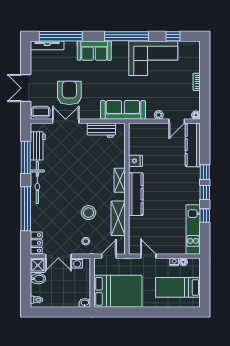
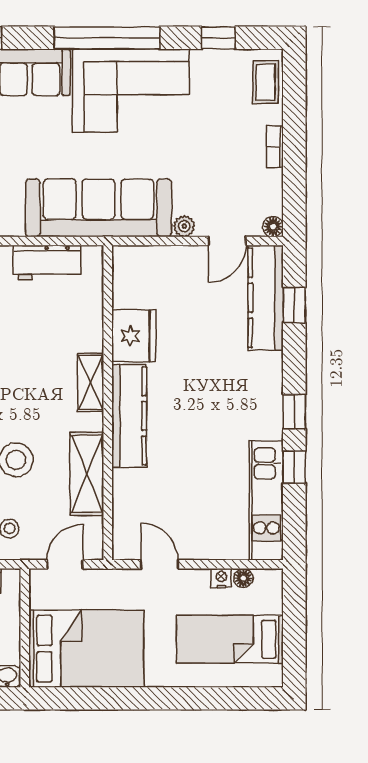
coffee table: (193, 55) -> (265, 82), added
corner sofa: (153, 58) -> (131, 90), moved
sofa: (123, 110) -> (98, 208), width x1.36, depth x1.27
fridge: (135, 161) -> (134, 336), width x1.88, depth x1.34
window: (205, 172) -> (294, 305), moved

